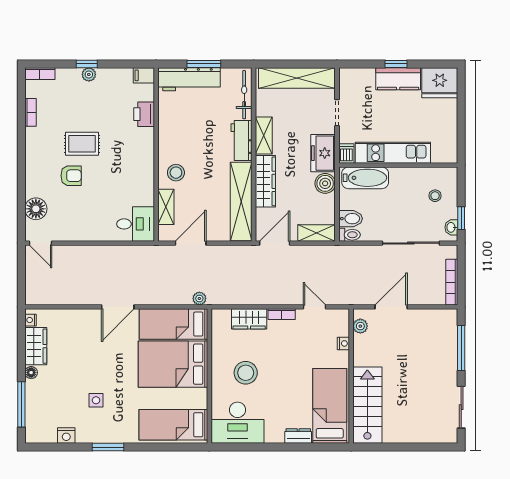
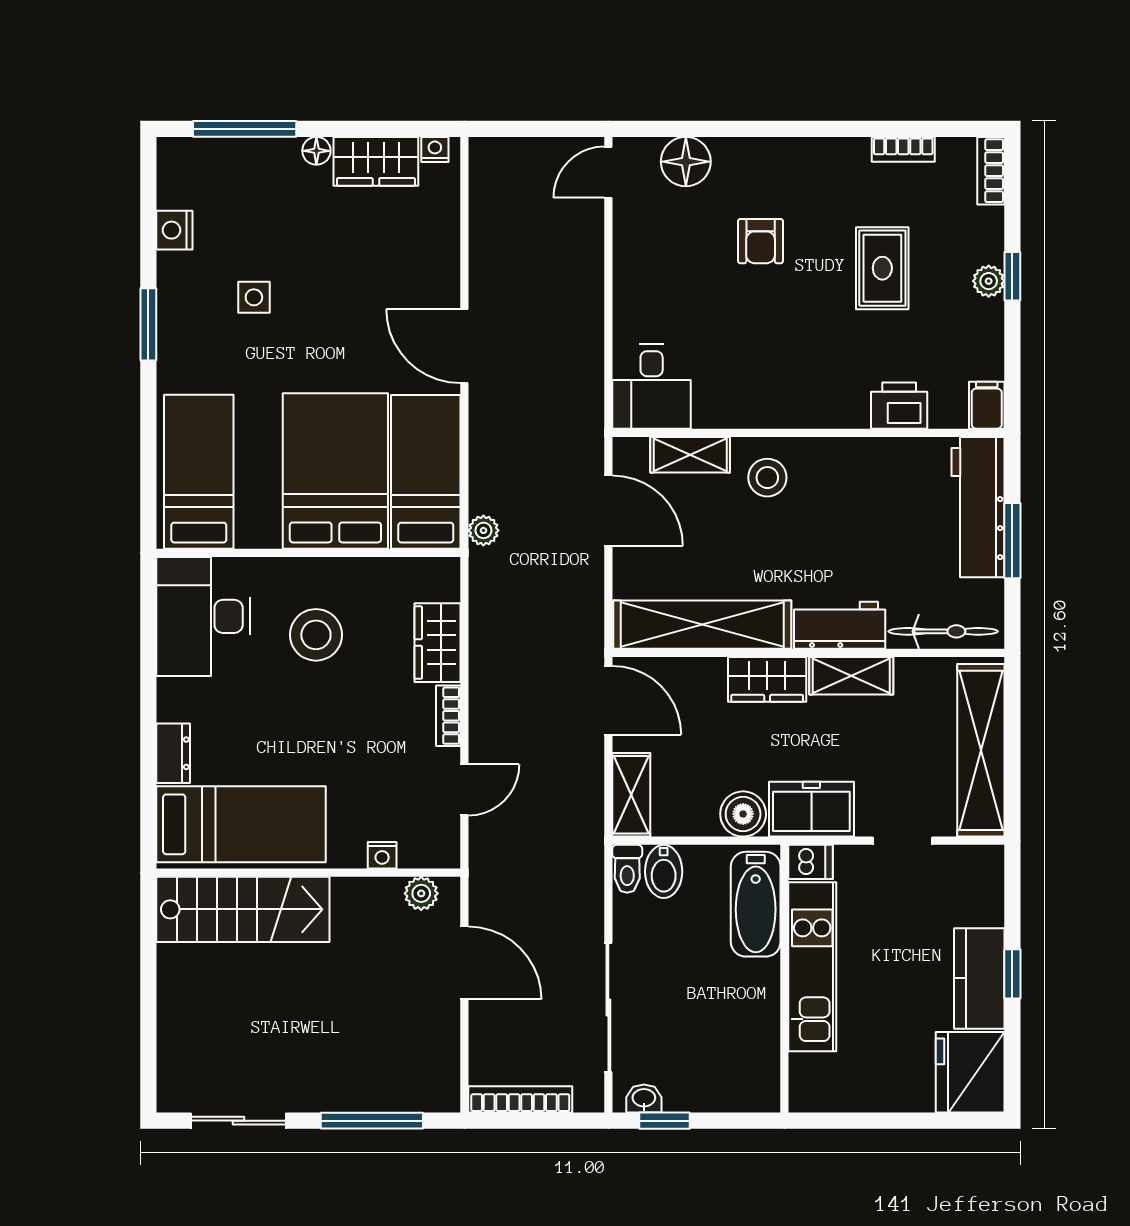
rug: (82, 144) -> (882, 268), moved
wardrobe: (265, 181) -> (767, 679), width x0.67
stool: (435, 196) -> (715, 1062), removed

